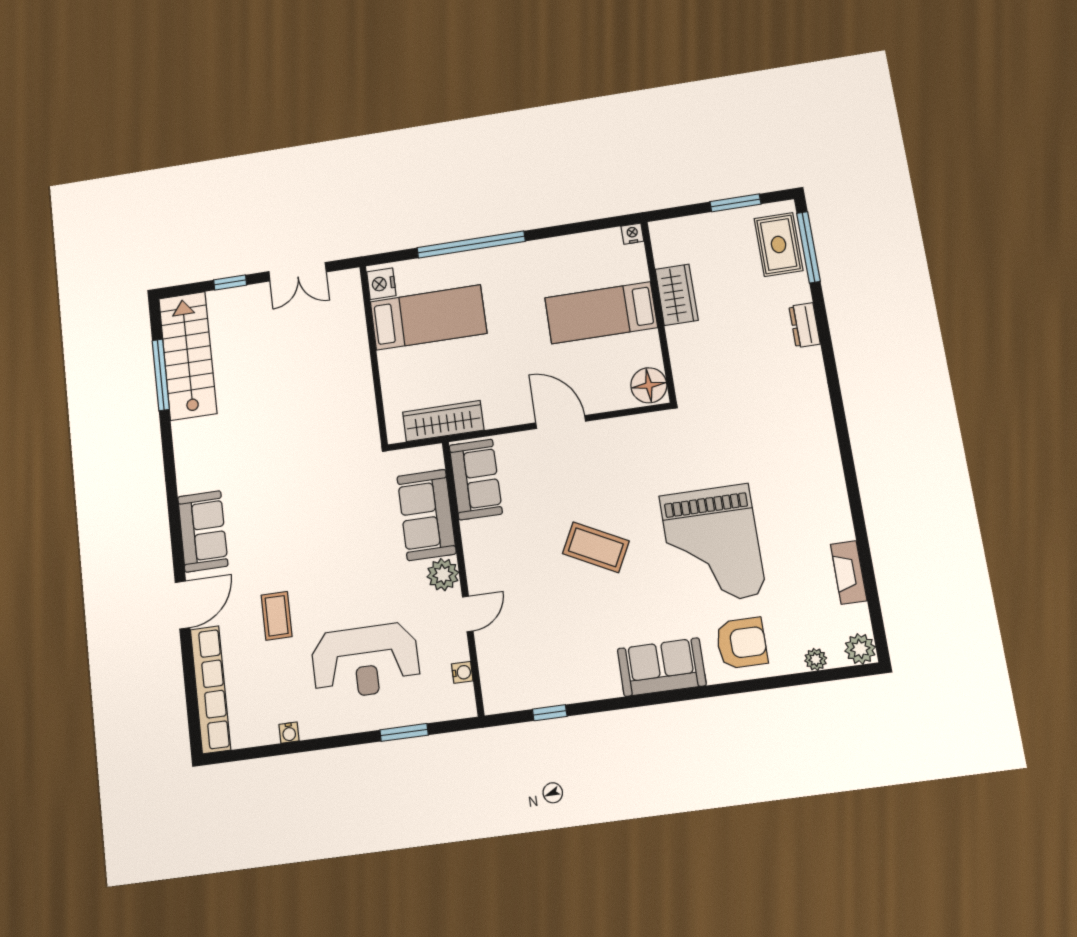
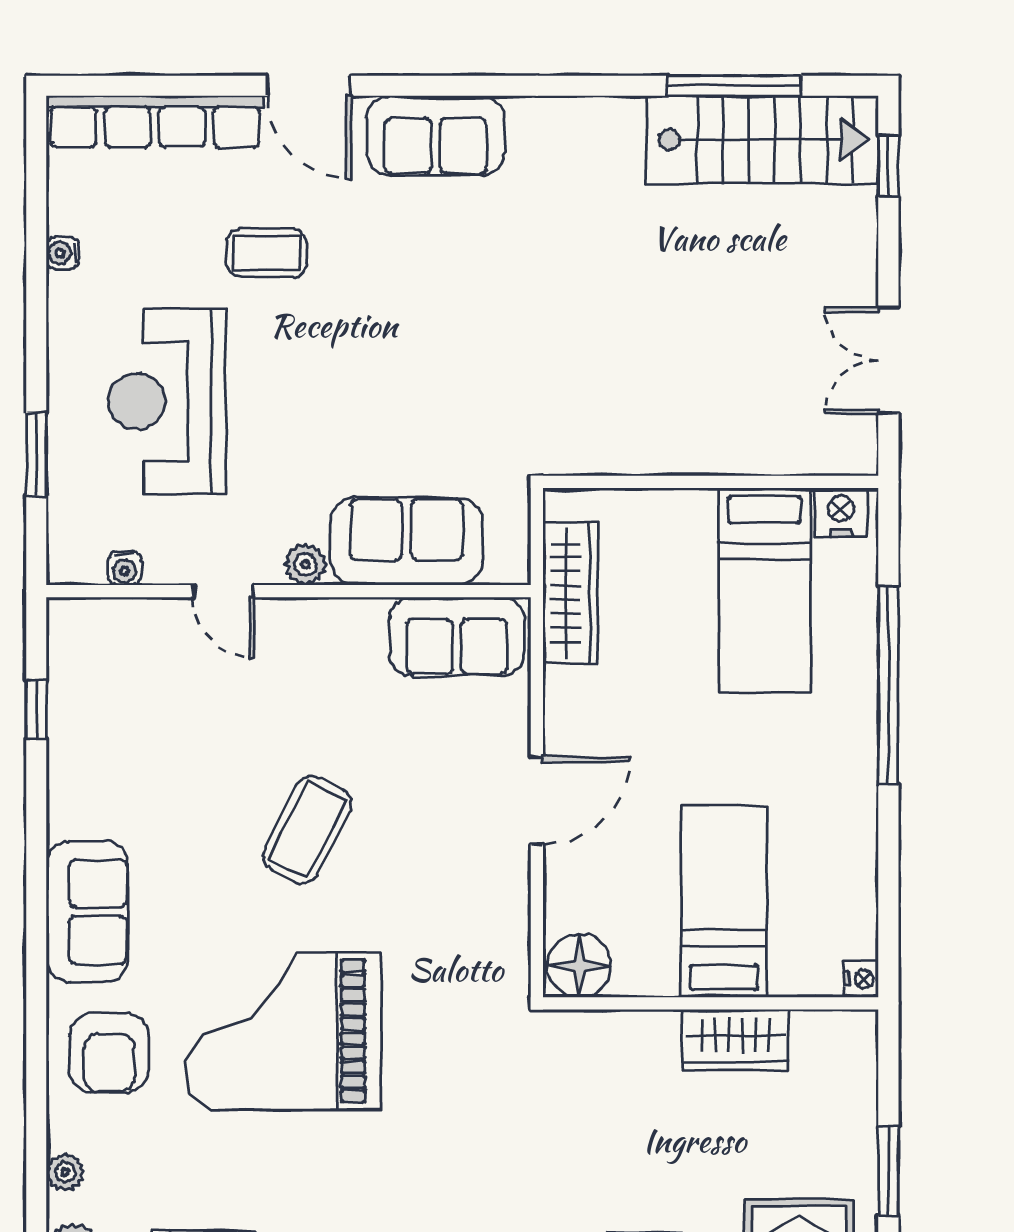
window: (230, 282) -> (888, 166), moved
plant: (443, 575) -> (305, 564), width x0.73, depth x0.73

